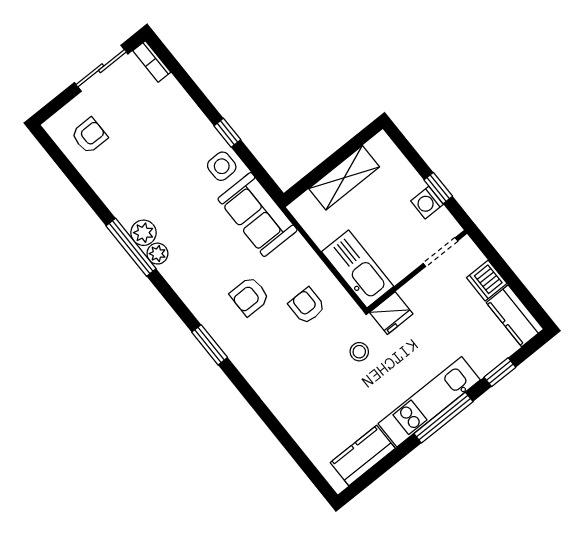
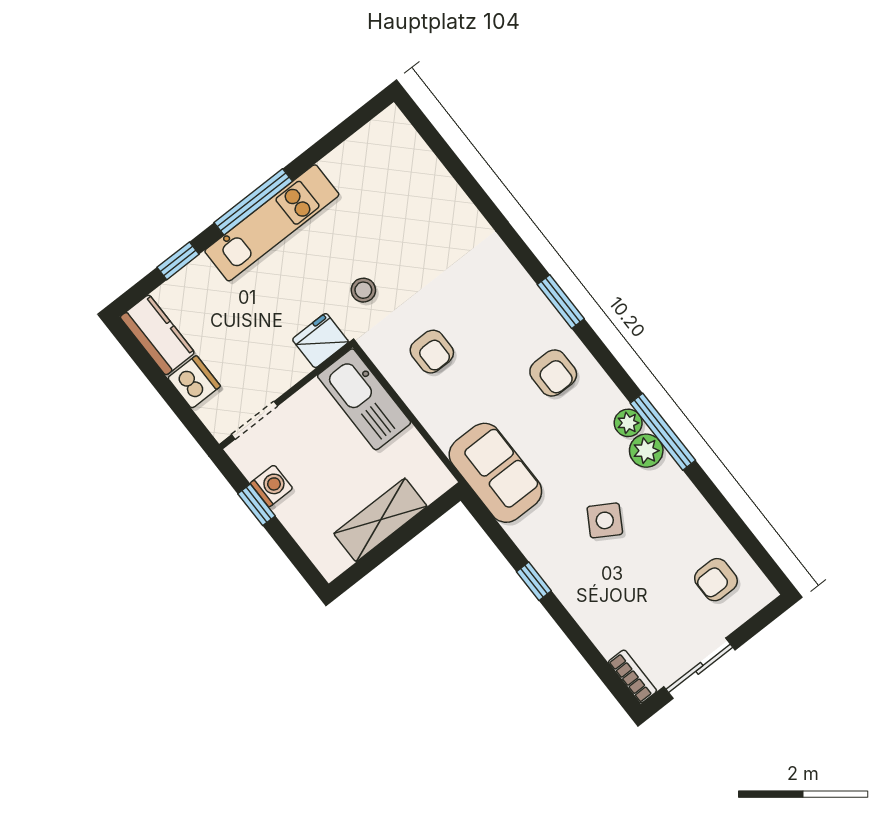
side table: (222, 166) -> (605, 520), moved, turned 31
armchair: (250, 296) -> (553, 373), moved, turned 90
kitchen counter: (363, 456) -> (360, 153), removed

